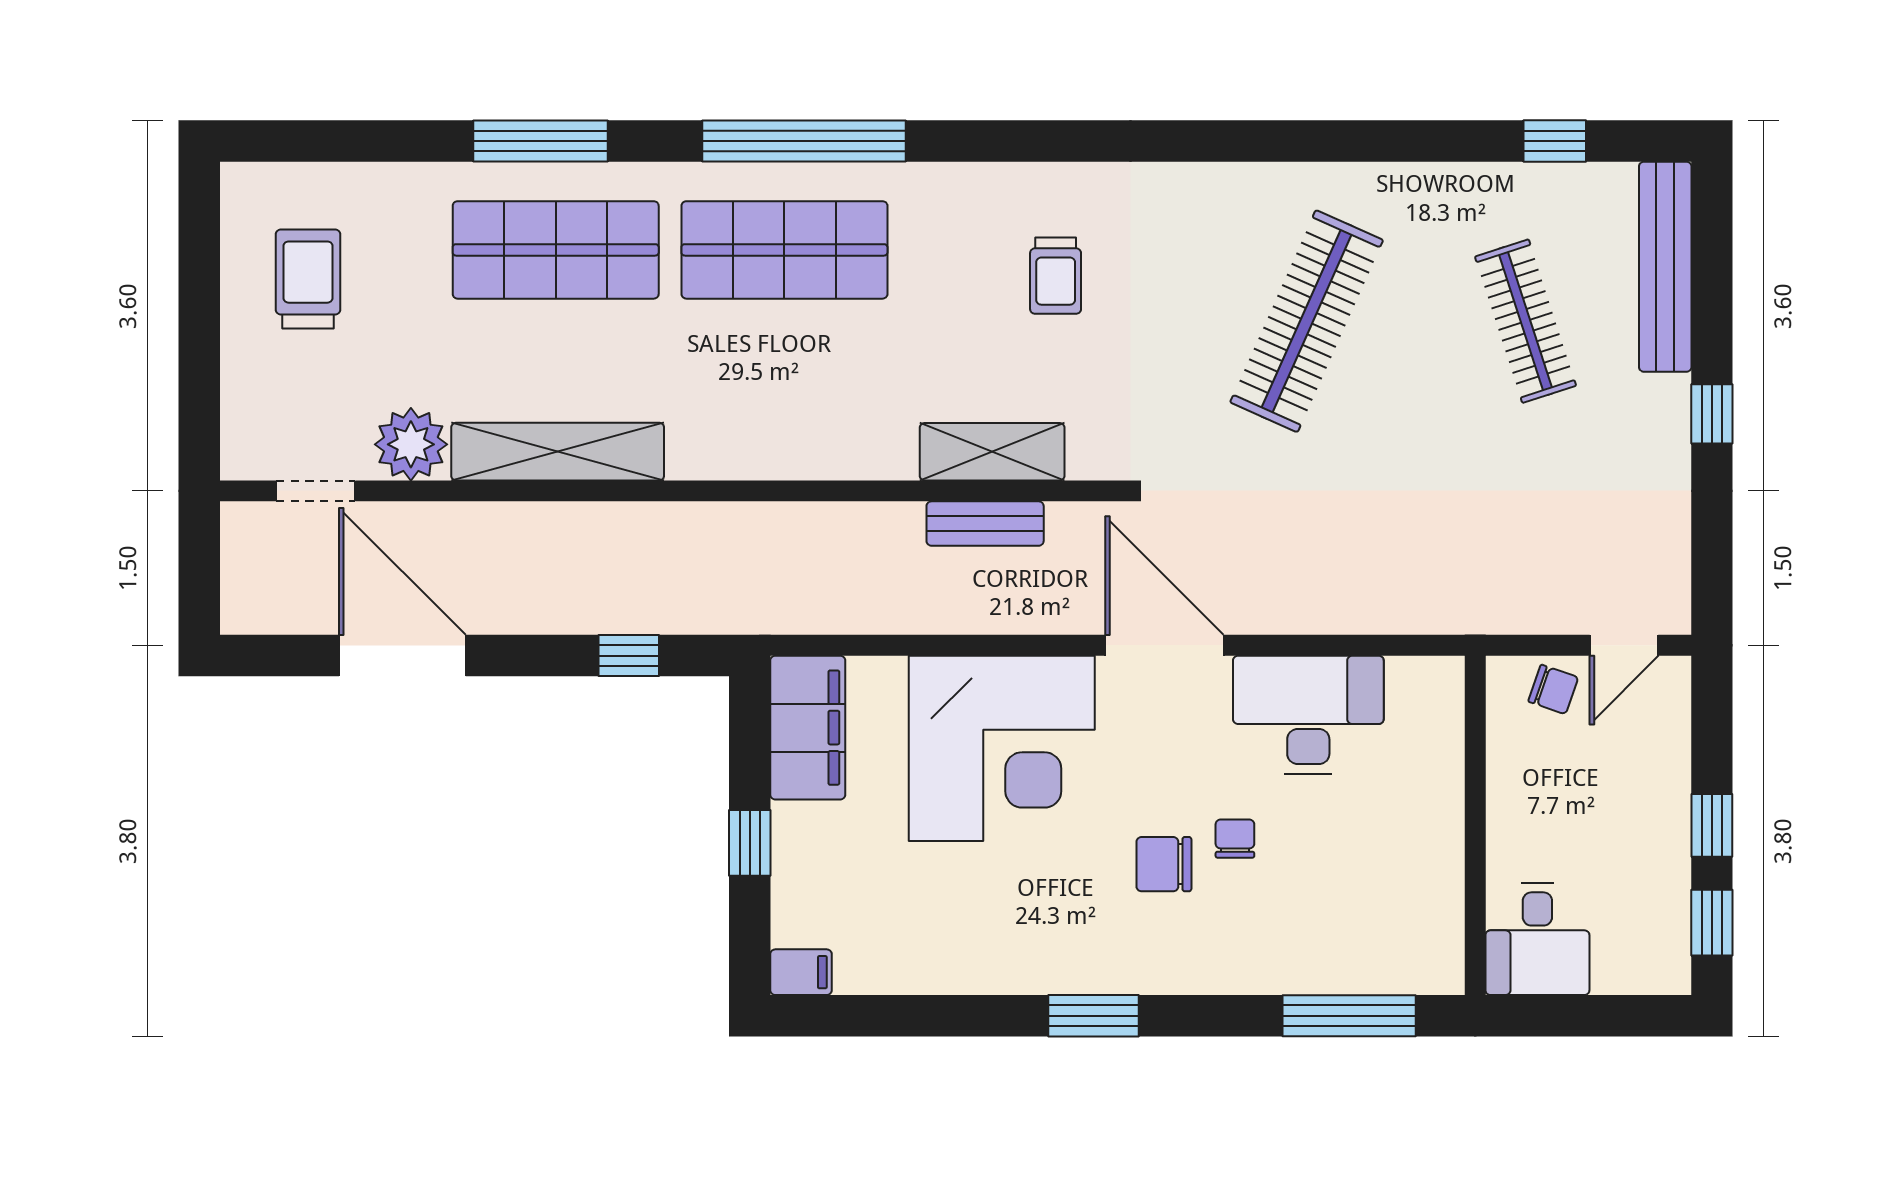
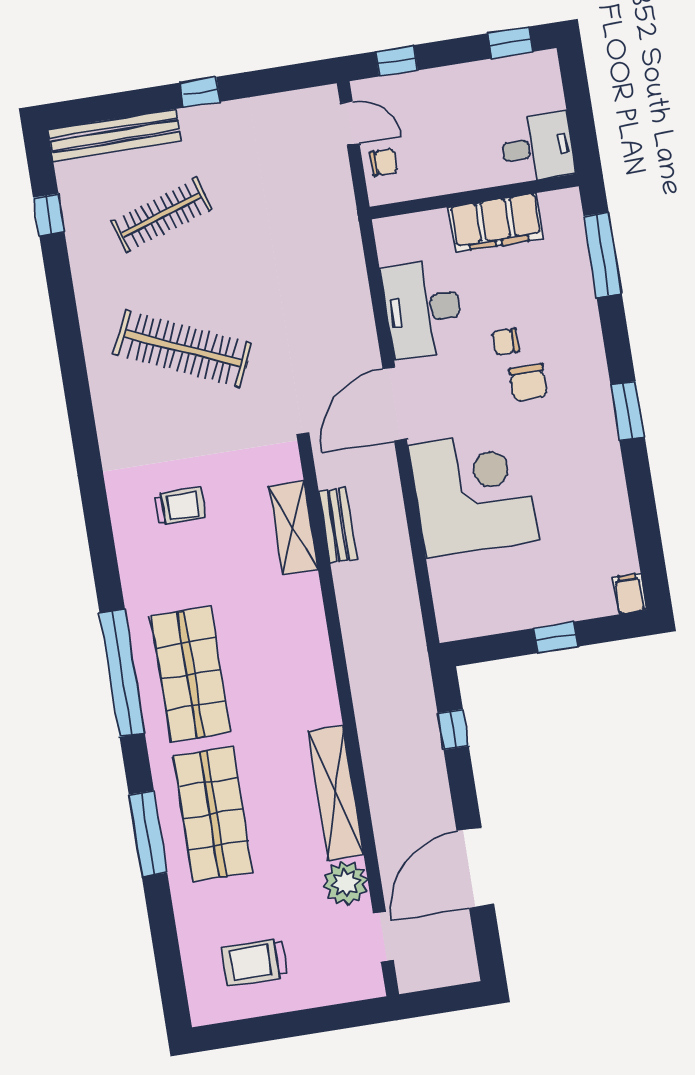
chair: (1553, 689) -> (384, 162), turned 71
filing cabinet: (808, 728) -> (496, 223), moved, turned 180
window: (1712, 825) -> (397, 61), moved

